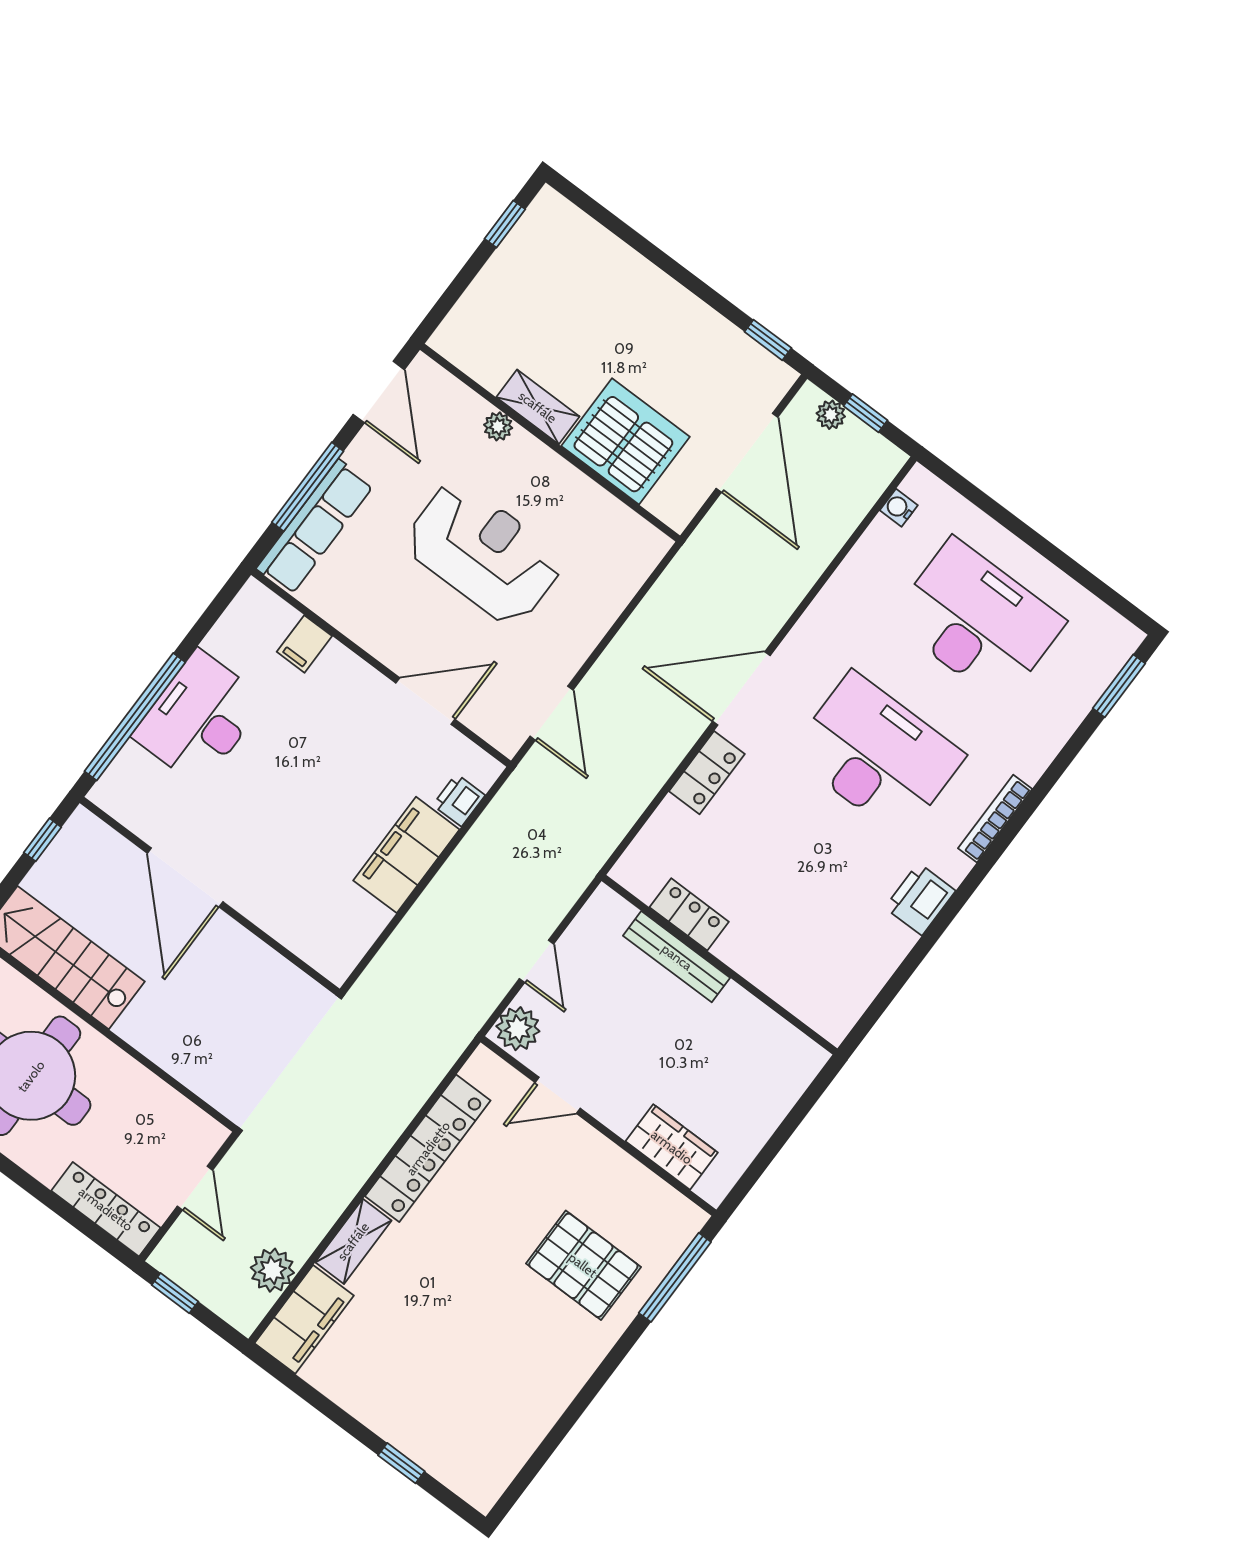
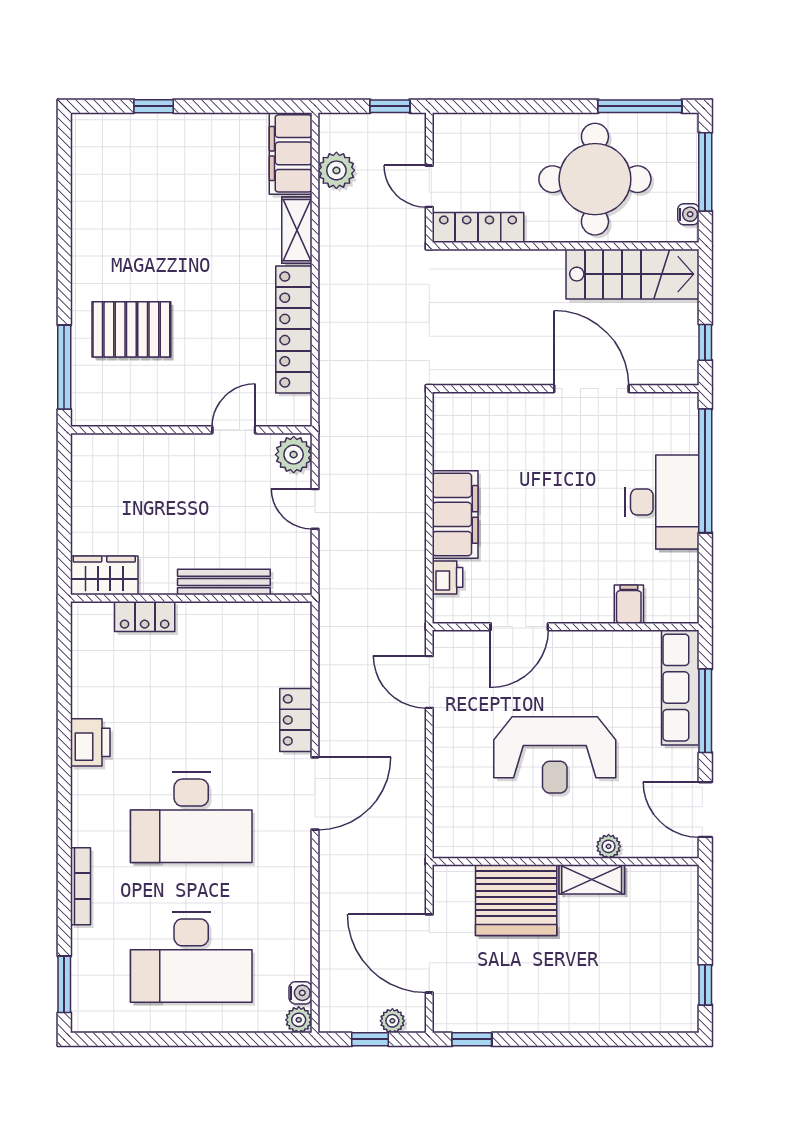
plant: (920, 483) -> (299, 1020), added
bookcase: (995, 819) -> (80, 886), moved
locker: (689, 914) -> (145, 617), moved
wardrobe: (672, 1147) -> (104, 575), moved, turned 180
locker: (106, 1209) -> (478, 228), moved, turned 180

